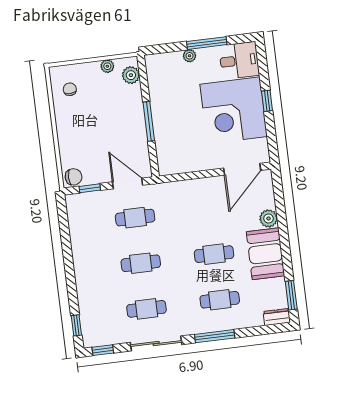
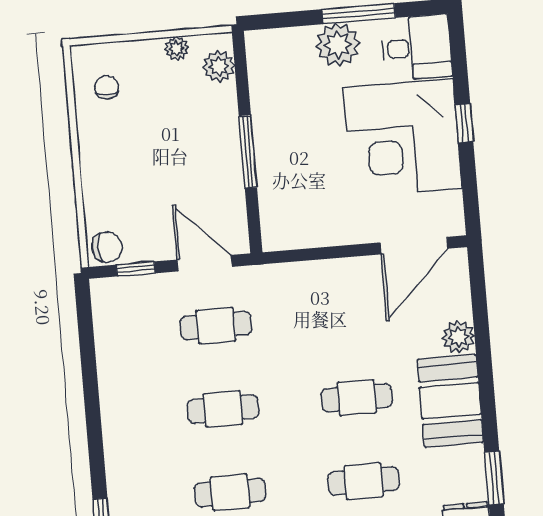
plant: (190, 56) -> (338, 45), width x1.88, depth x1.88

